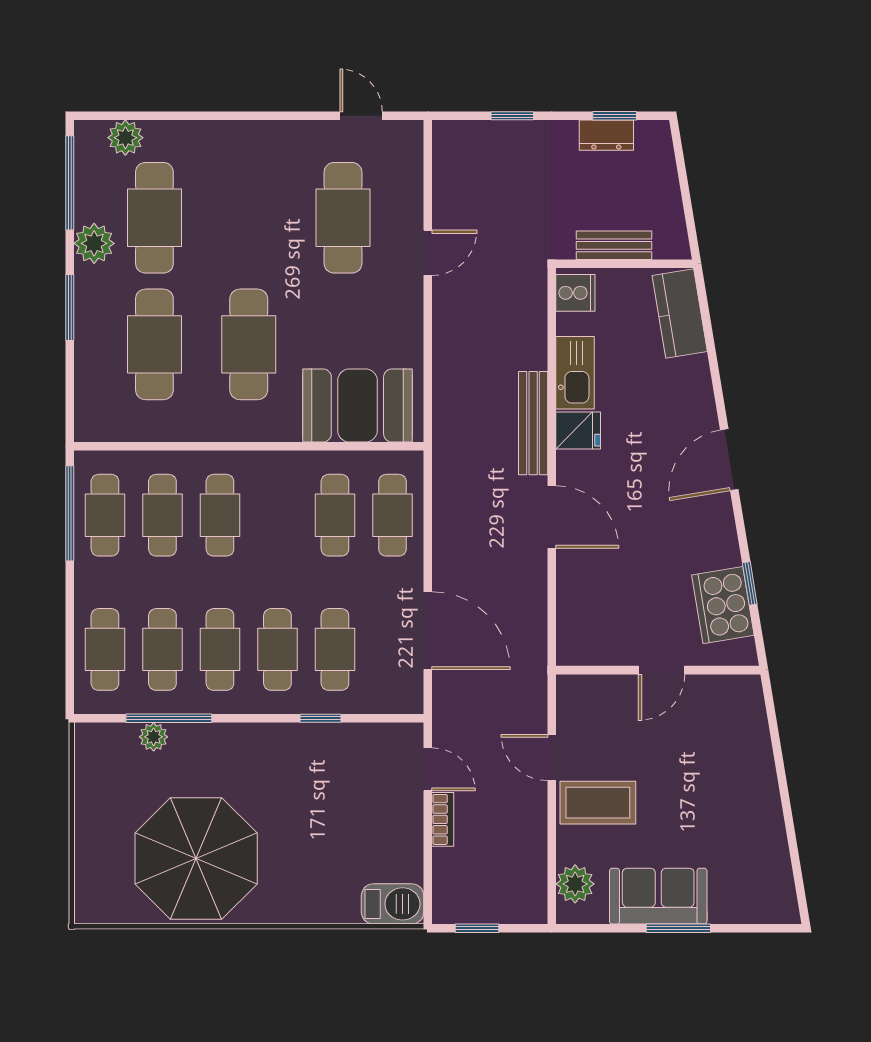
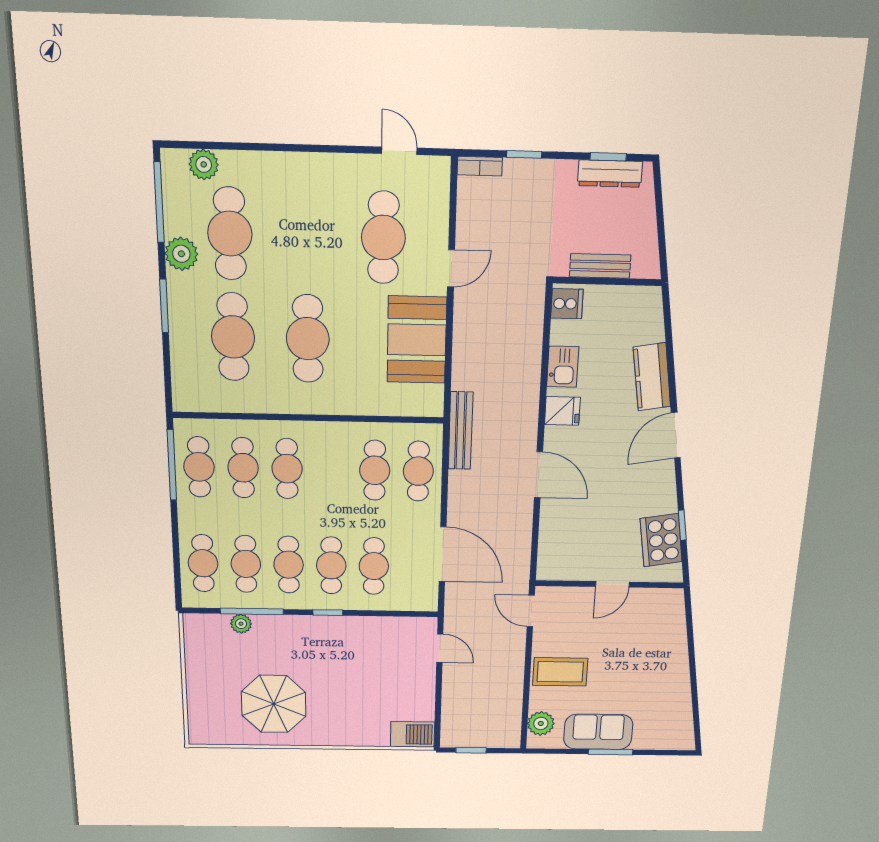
dresser: (606, 135) -> (610, 174), width x1.44
kitchen counter: (680, 313) -> (652, 377), moved
kitchen sink: (575, 373) -> (563, 367), width x0.73
booth: (357, 405) -> (417, 340), moved, turned 90
bench: (533, 423) -> (461, 431), moved
window: (321, 718) -> (328, 613), moved
door: (552, 757) -> (531, 611), moved
bookcase: (443, 819) -> (480, 166), moved, turned 90
parasol: (196, 859) -> (274, 704), width x0.73, depth x0.73

